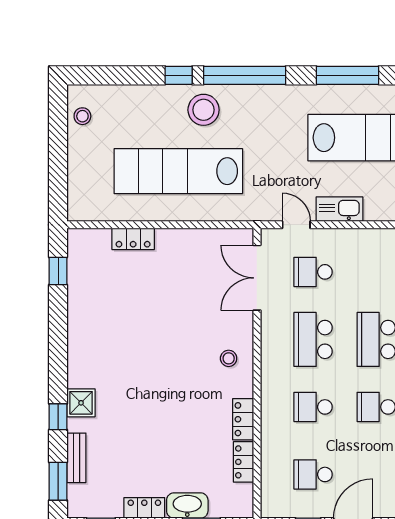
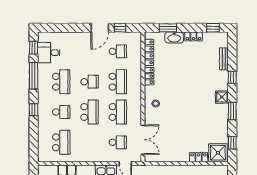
shower: (90, 248) -> (218, 153), added
shower: (81, 403) -> (222, 97), moved
school desk: (313, 407) -> (118, 82), width x1.85
locker: (243, 462) -> (149, 52), width x1.53
window: (58, 481) -> (232, 111), moved

